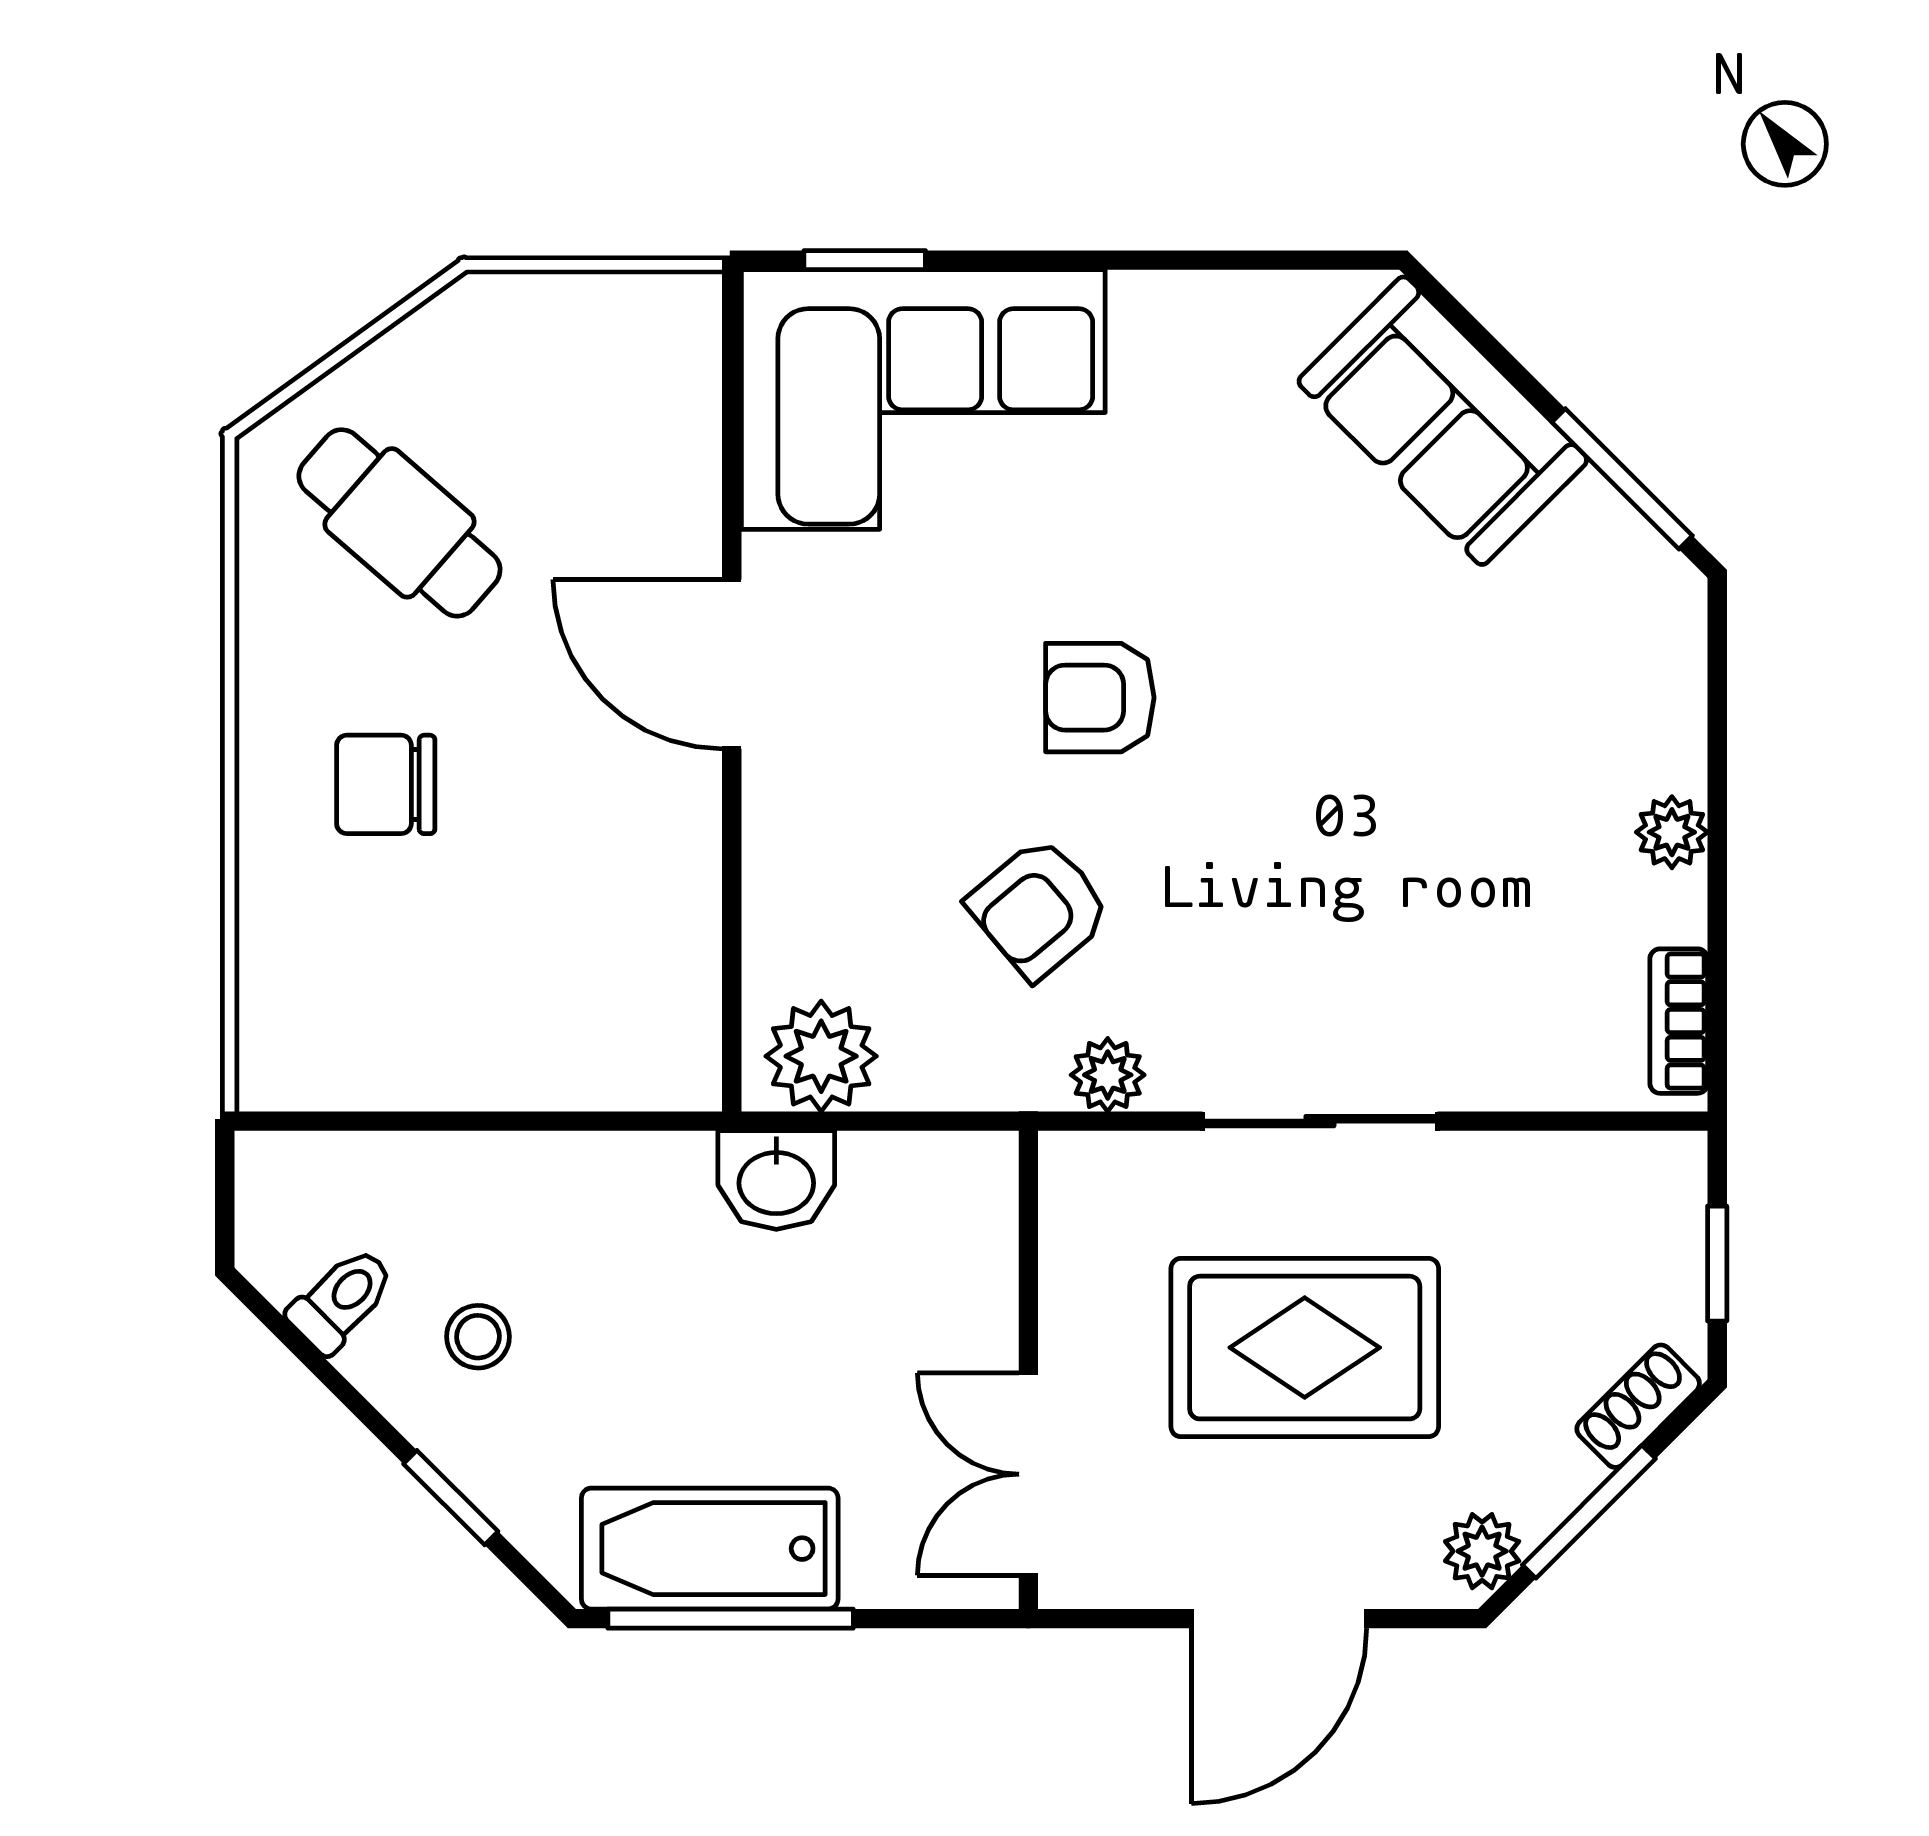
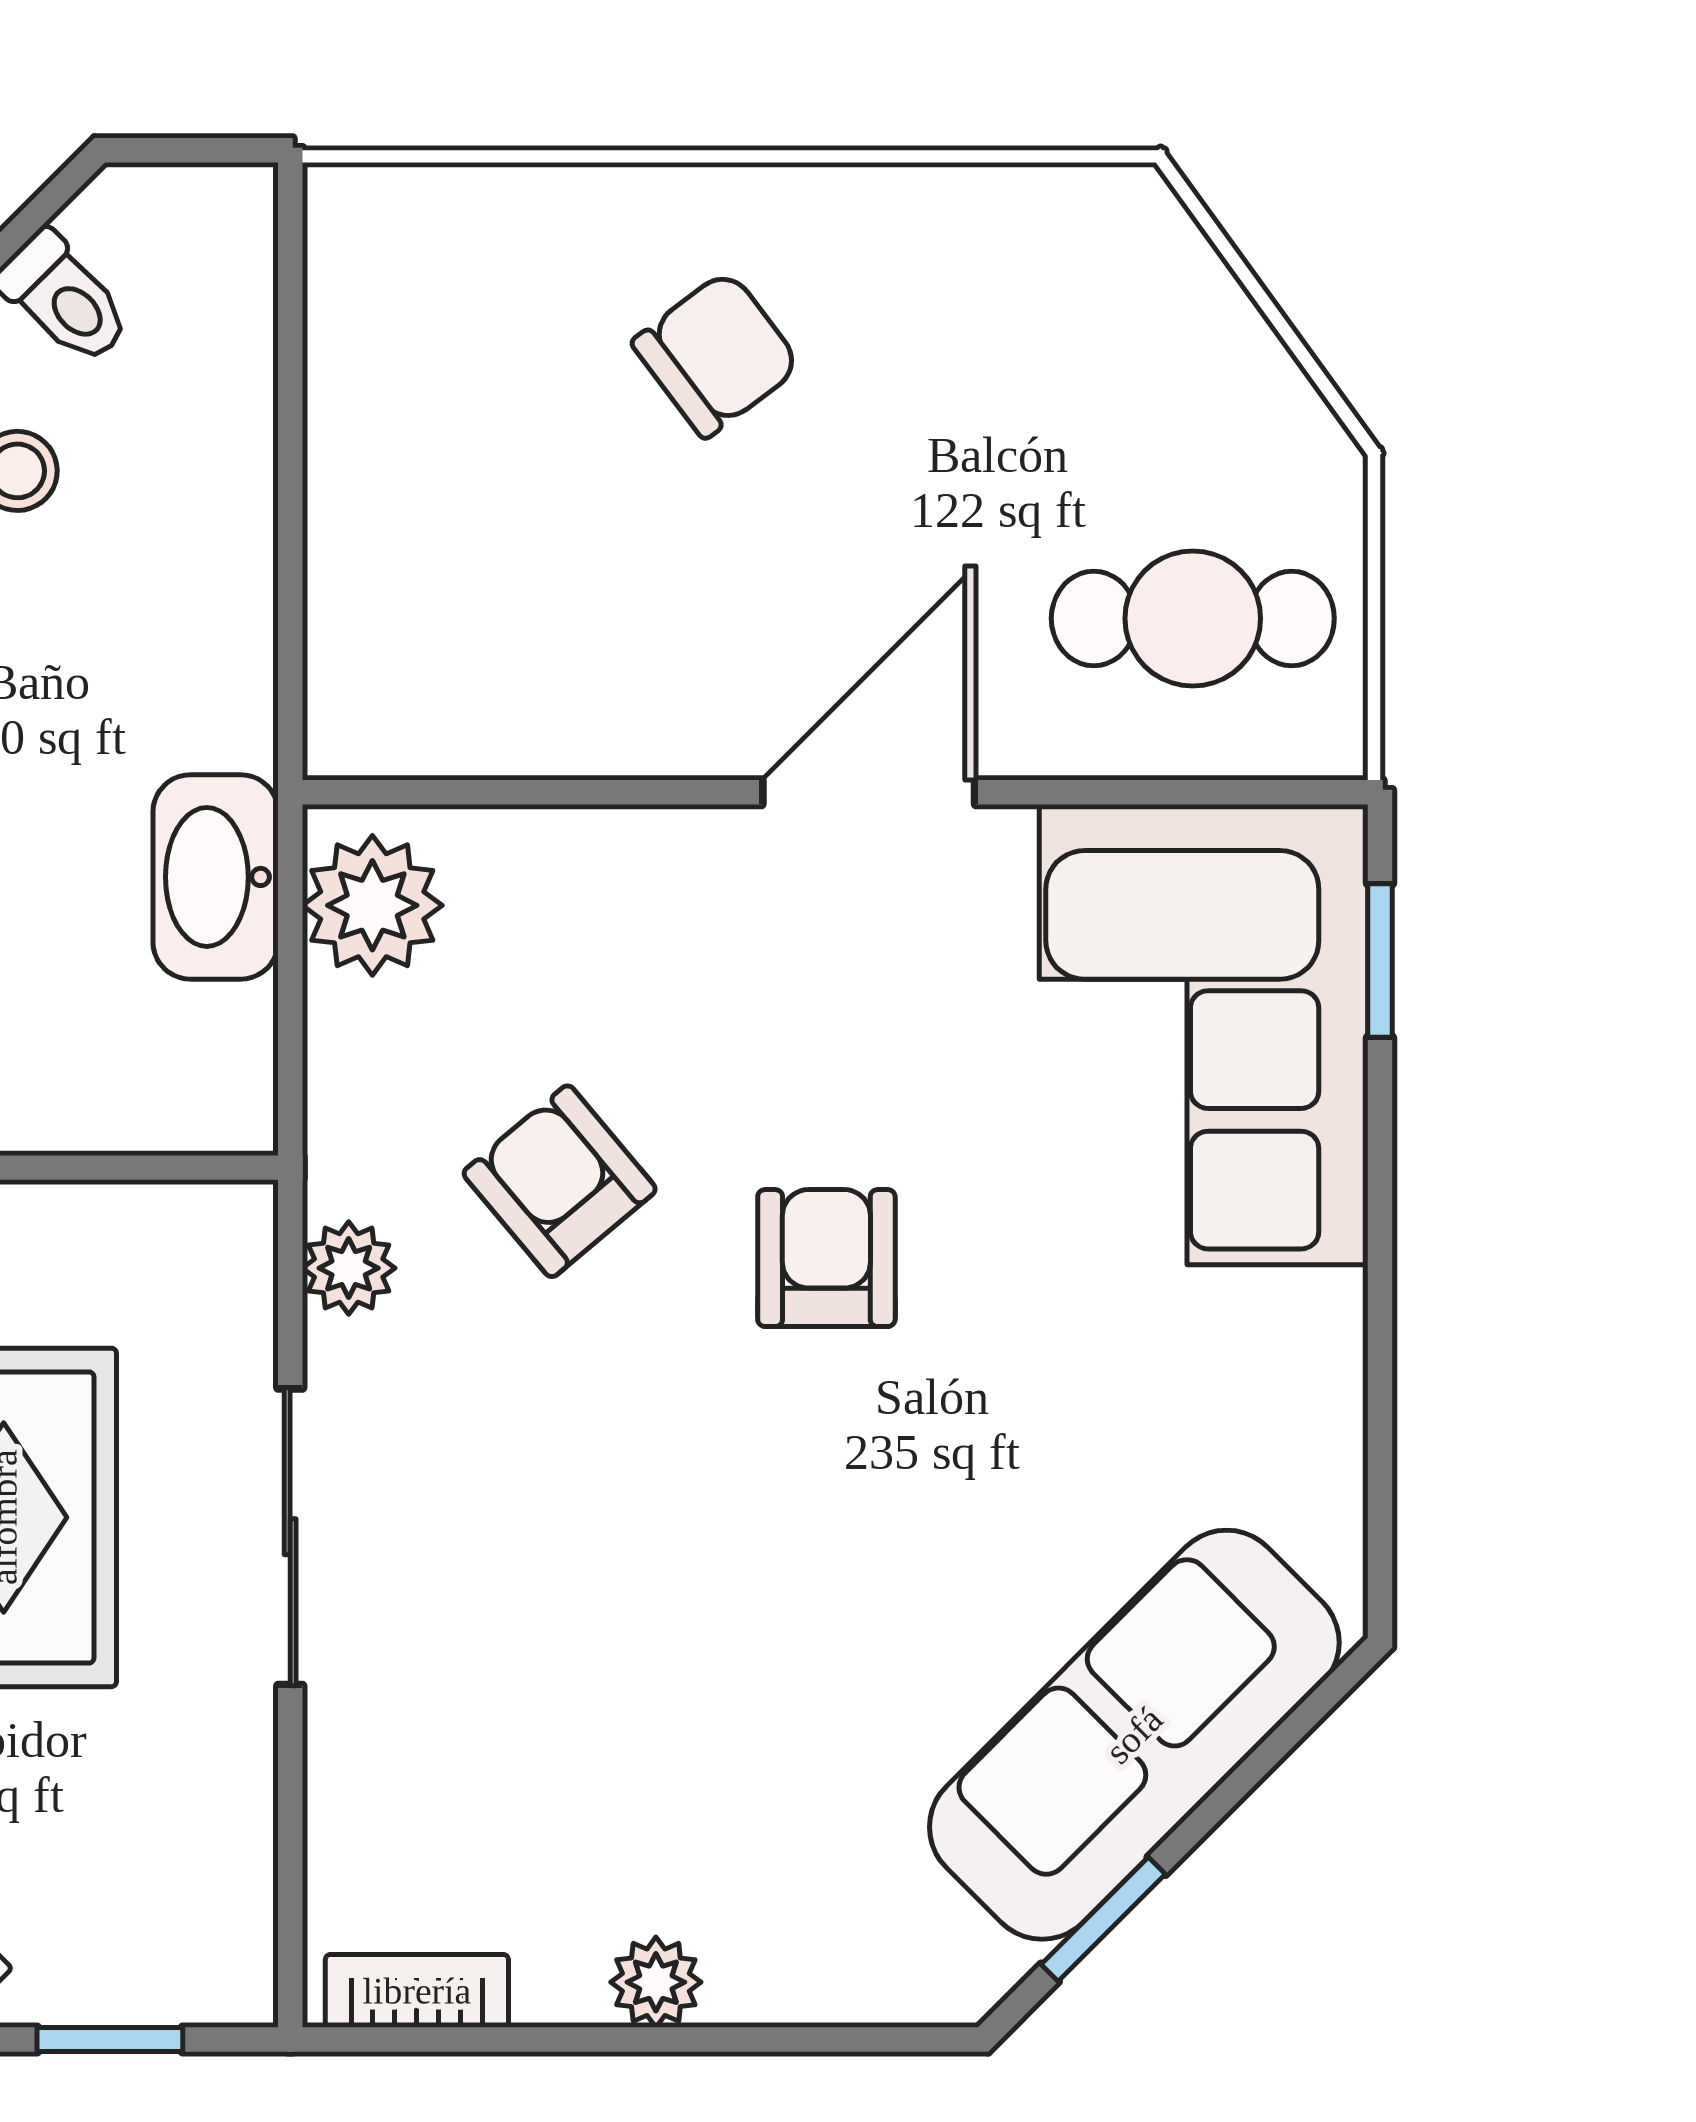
sofa: (1443, 421) -> (1134, 1735), width x1.36
window: (1622, 479) -> (1103, 1919), width x0.67
cafe table: (399, 523) -> (1193, 618), moved, turned 49
chair: (386, 784) -> (716, 354), turned 53
washbasin: (776, 1180) -> (216, 877), width x1.38

